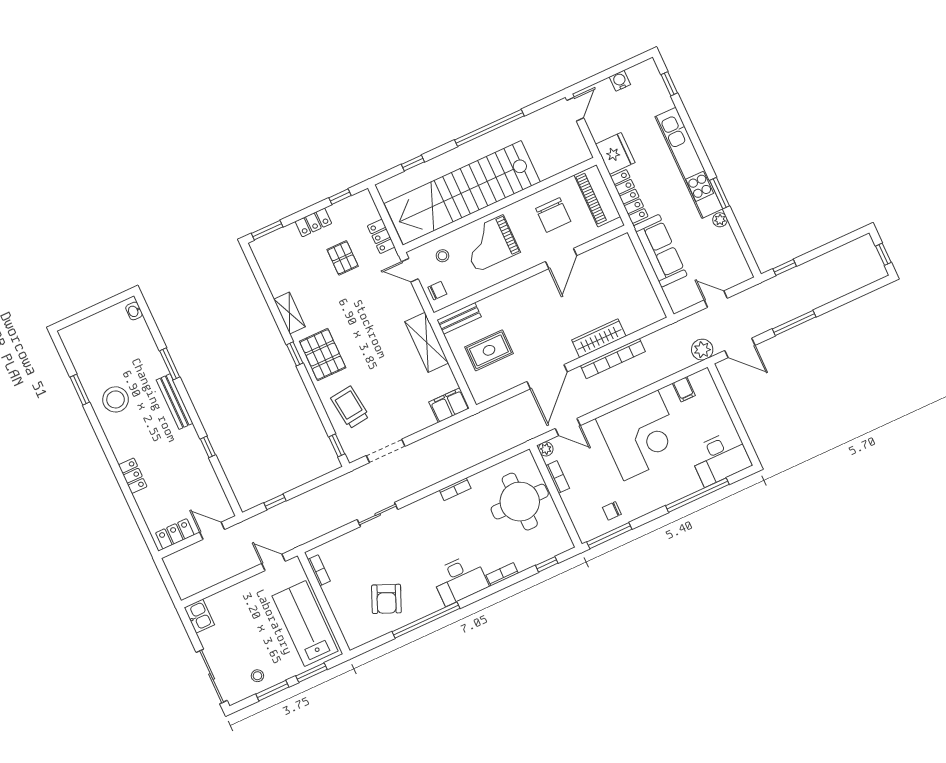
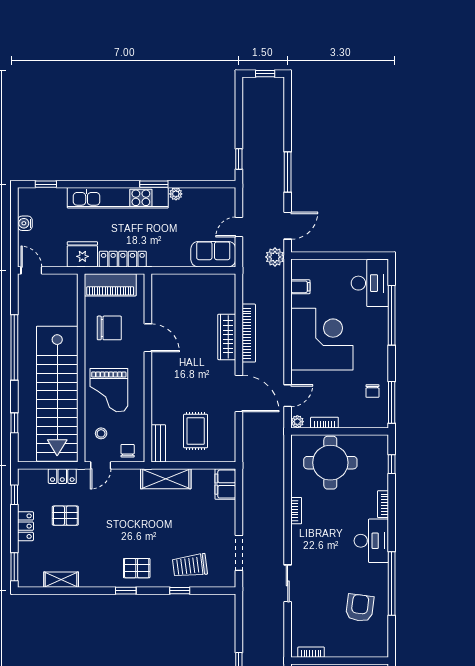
sofa: (660, 251) -> (213, 254), moved, width x0.73
shelving: (289, 313) -> (61, 580), moved
pallet: (323, 355) -> (137, 568), width x0.67, depth x0.71
window: (337, 445) -> (180, 591), moved
armchair: (386, 599) -> (360, 608), turned -106

